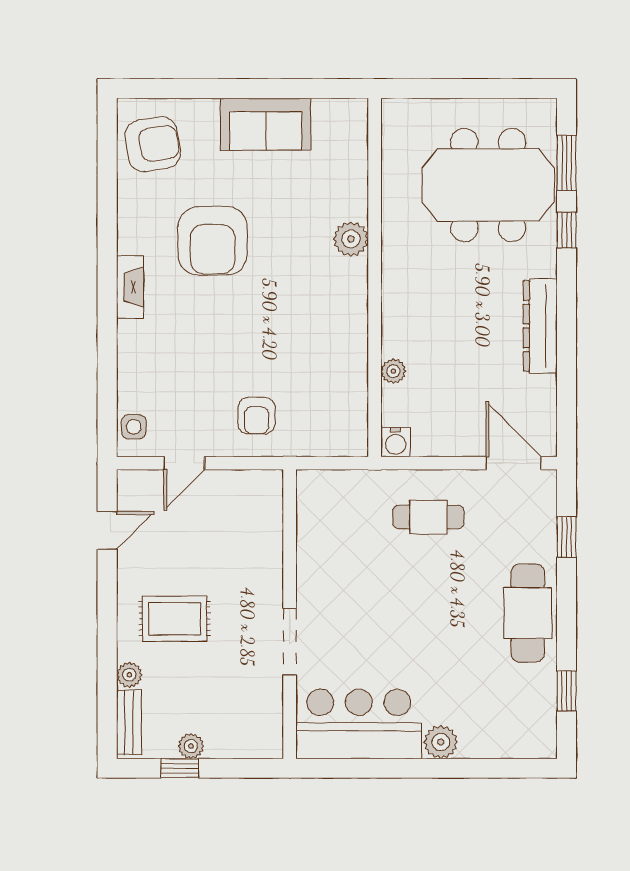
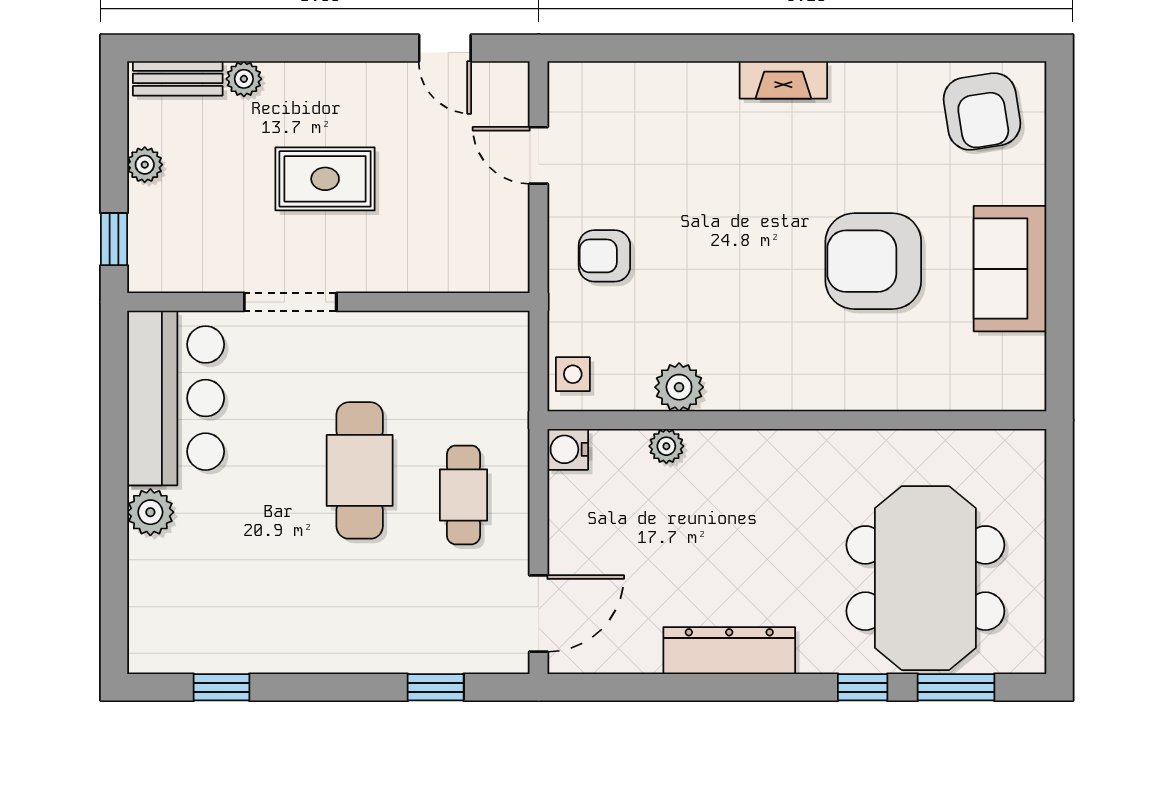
plant: (351, 239) -> (679, 387), moved
armchair: (213, 241) -> (873, 261), moved
side table: (134, 427) -> (573, 374), moved
cafe table: (528, 613) -> (360, 470), moved, turned 90
rug: (175, 619) -> (325, 179), moved, turned 90
window: (180, 768) -> (114, 239), moved

